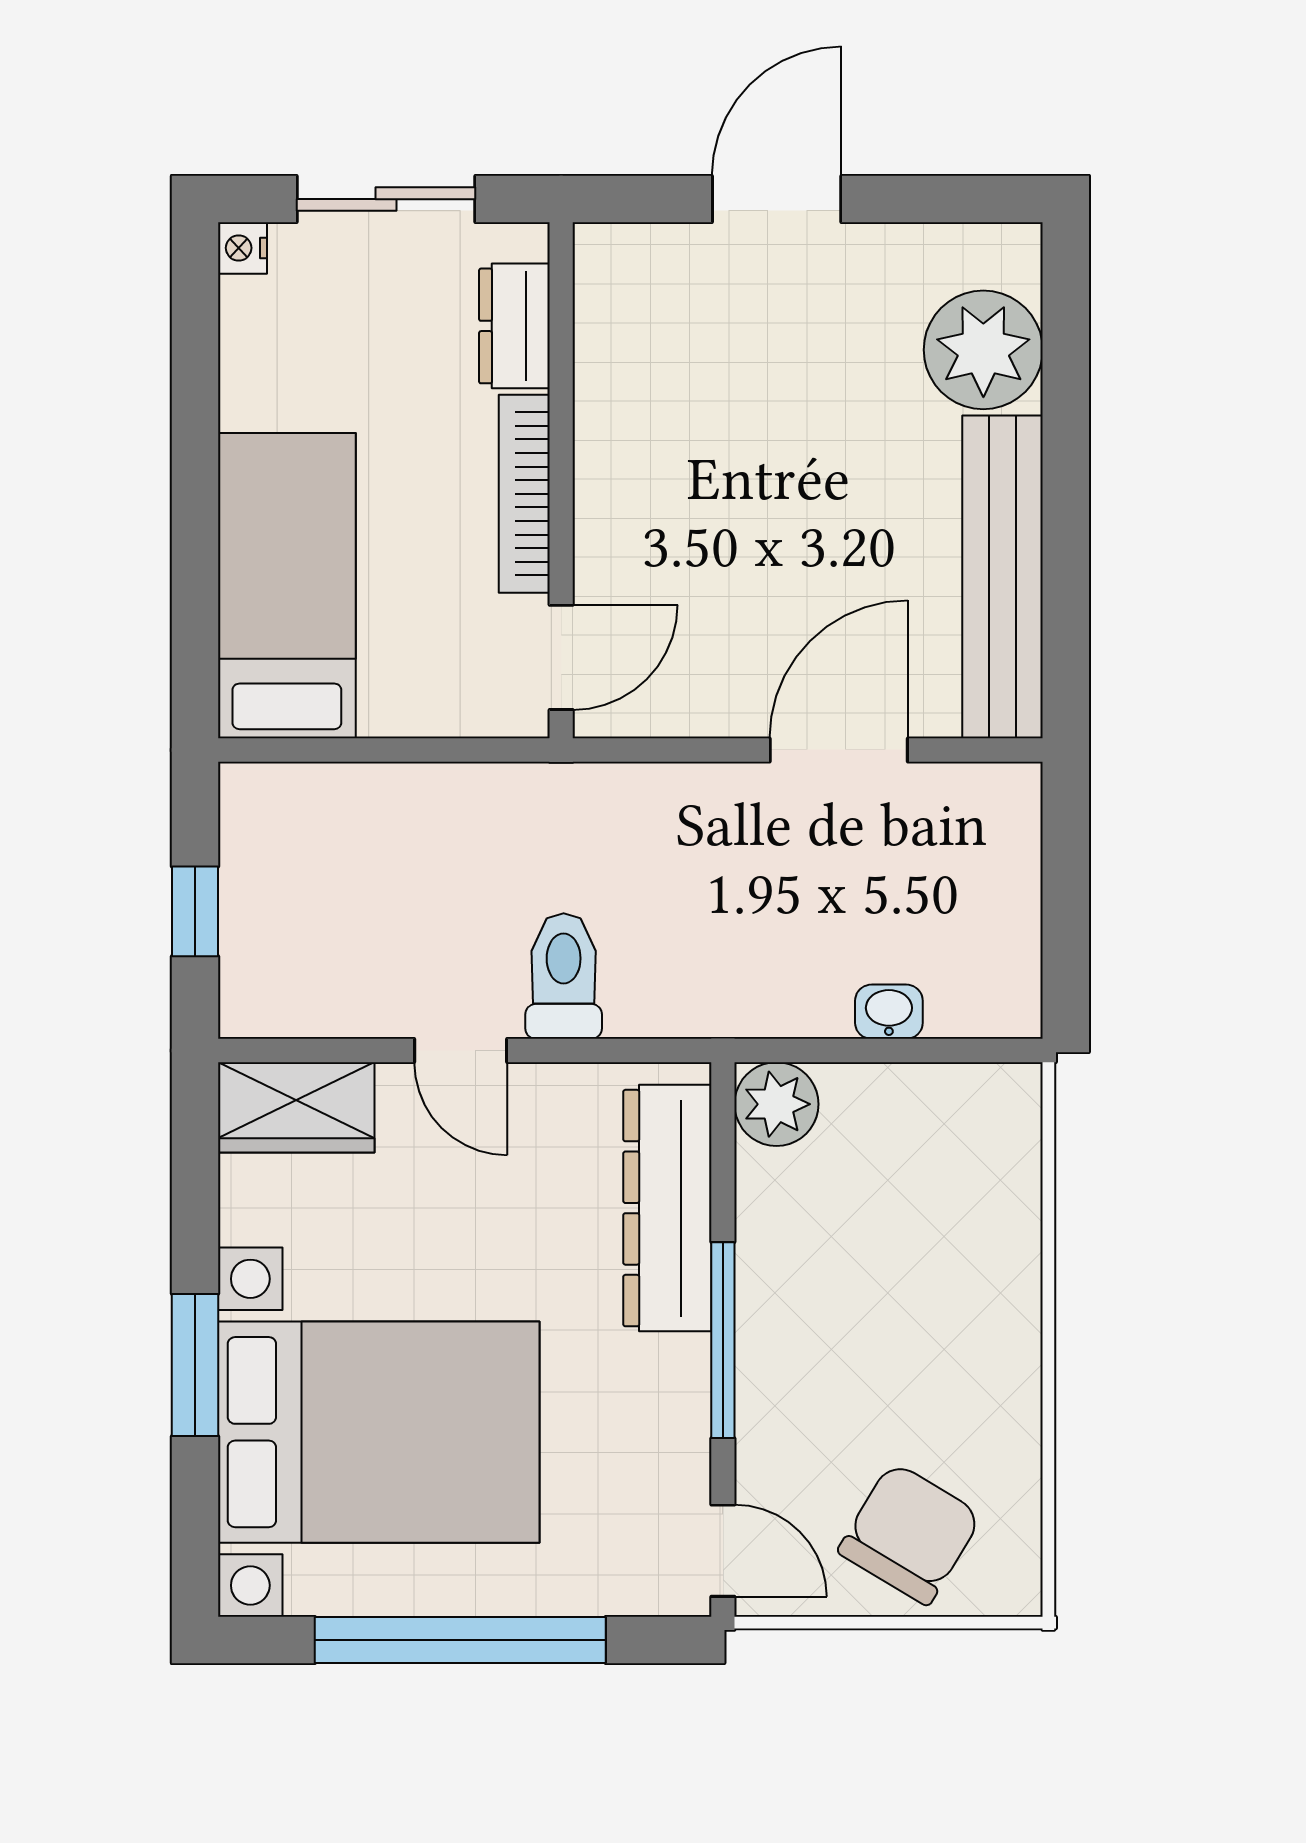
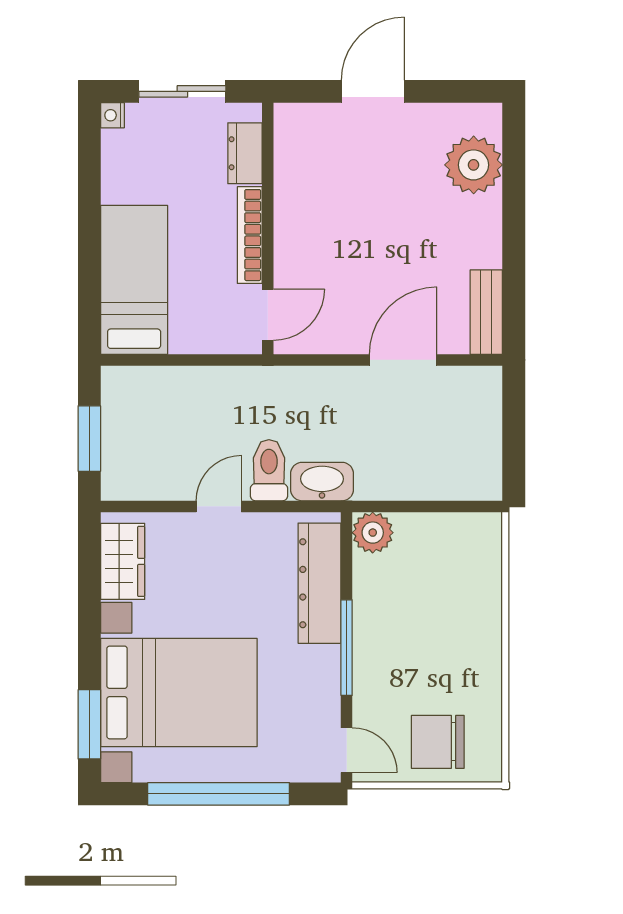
bench: (1003, 577) -> (486, 312), width x0.54, depth x0.82
window: (195, 911) -> (89, 439), width x1.50
washbasin: (889, 1012) -> (322, 482), moved, width x1.91, depth x1.45
door: (461, 1051) -> (219, 506), swing flipped
wardrobe: (296, 1107) -> (123, 561), moved, turned -90
window: (195, 1365) -> (89, 724), moved
chair: (910, 1533) -> (438, 742), turned -121

